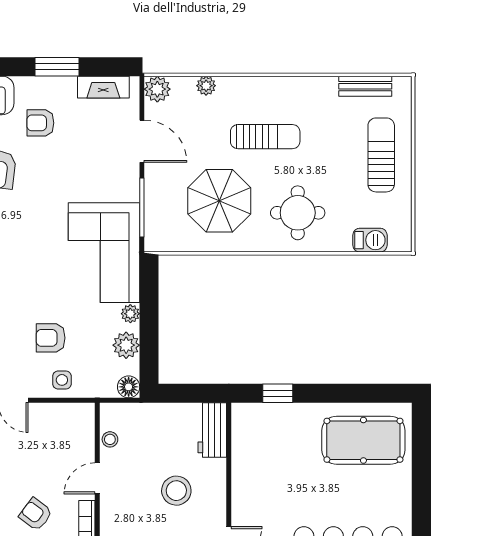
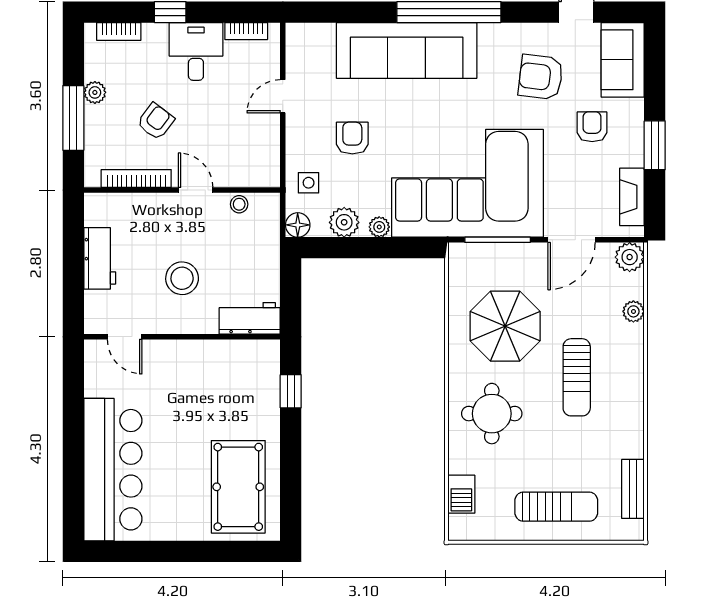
corner sofa: (104, 253) -> (467, 183), width x1.36, depth x1.36
side table: (62, 380) -> (309, 183), moved

